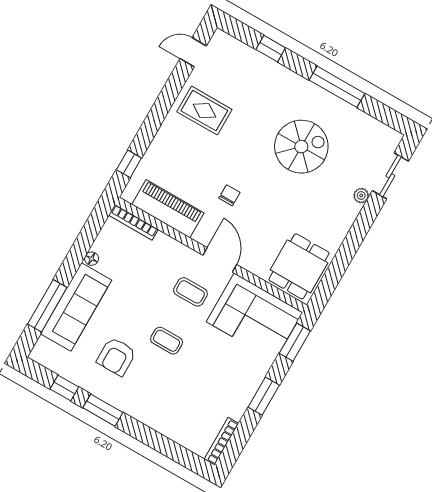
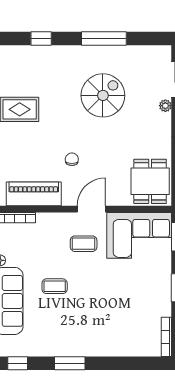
door: (220, 260) -> (91, 209), hinge flipped
coffee table: (167, 341) -> (55, 286), moved
armchair: (116, 357) -> (57, 320), removed
window: (64, 388) -> (18, 363), moved

